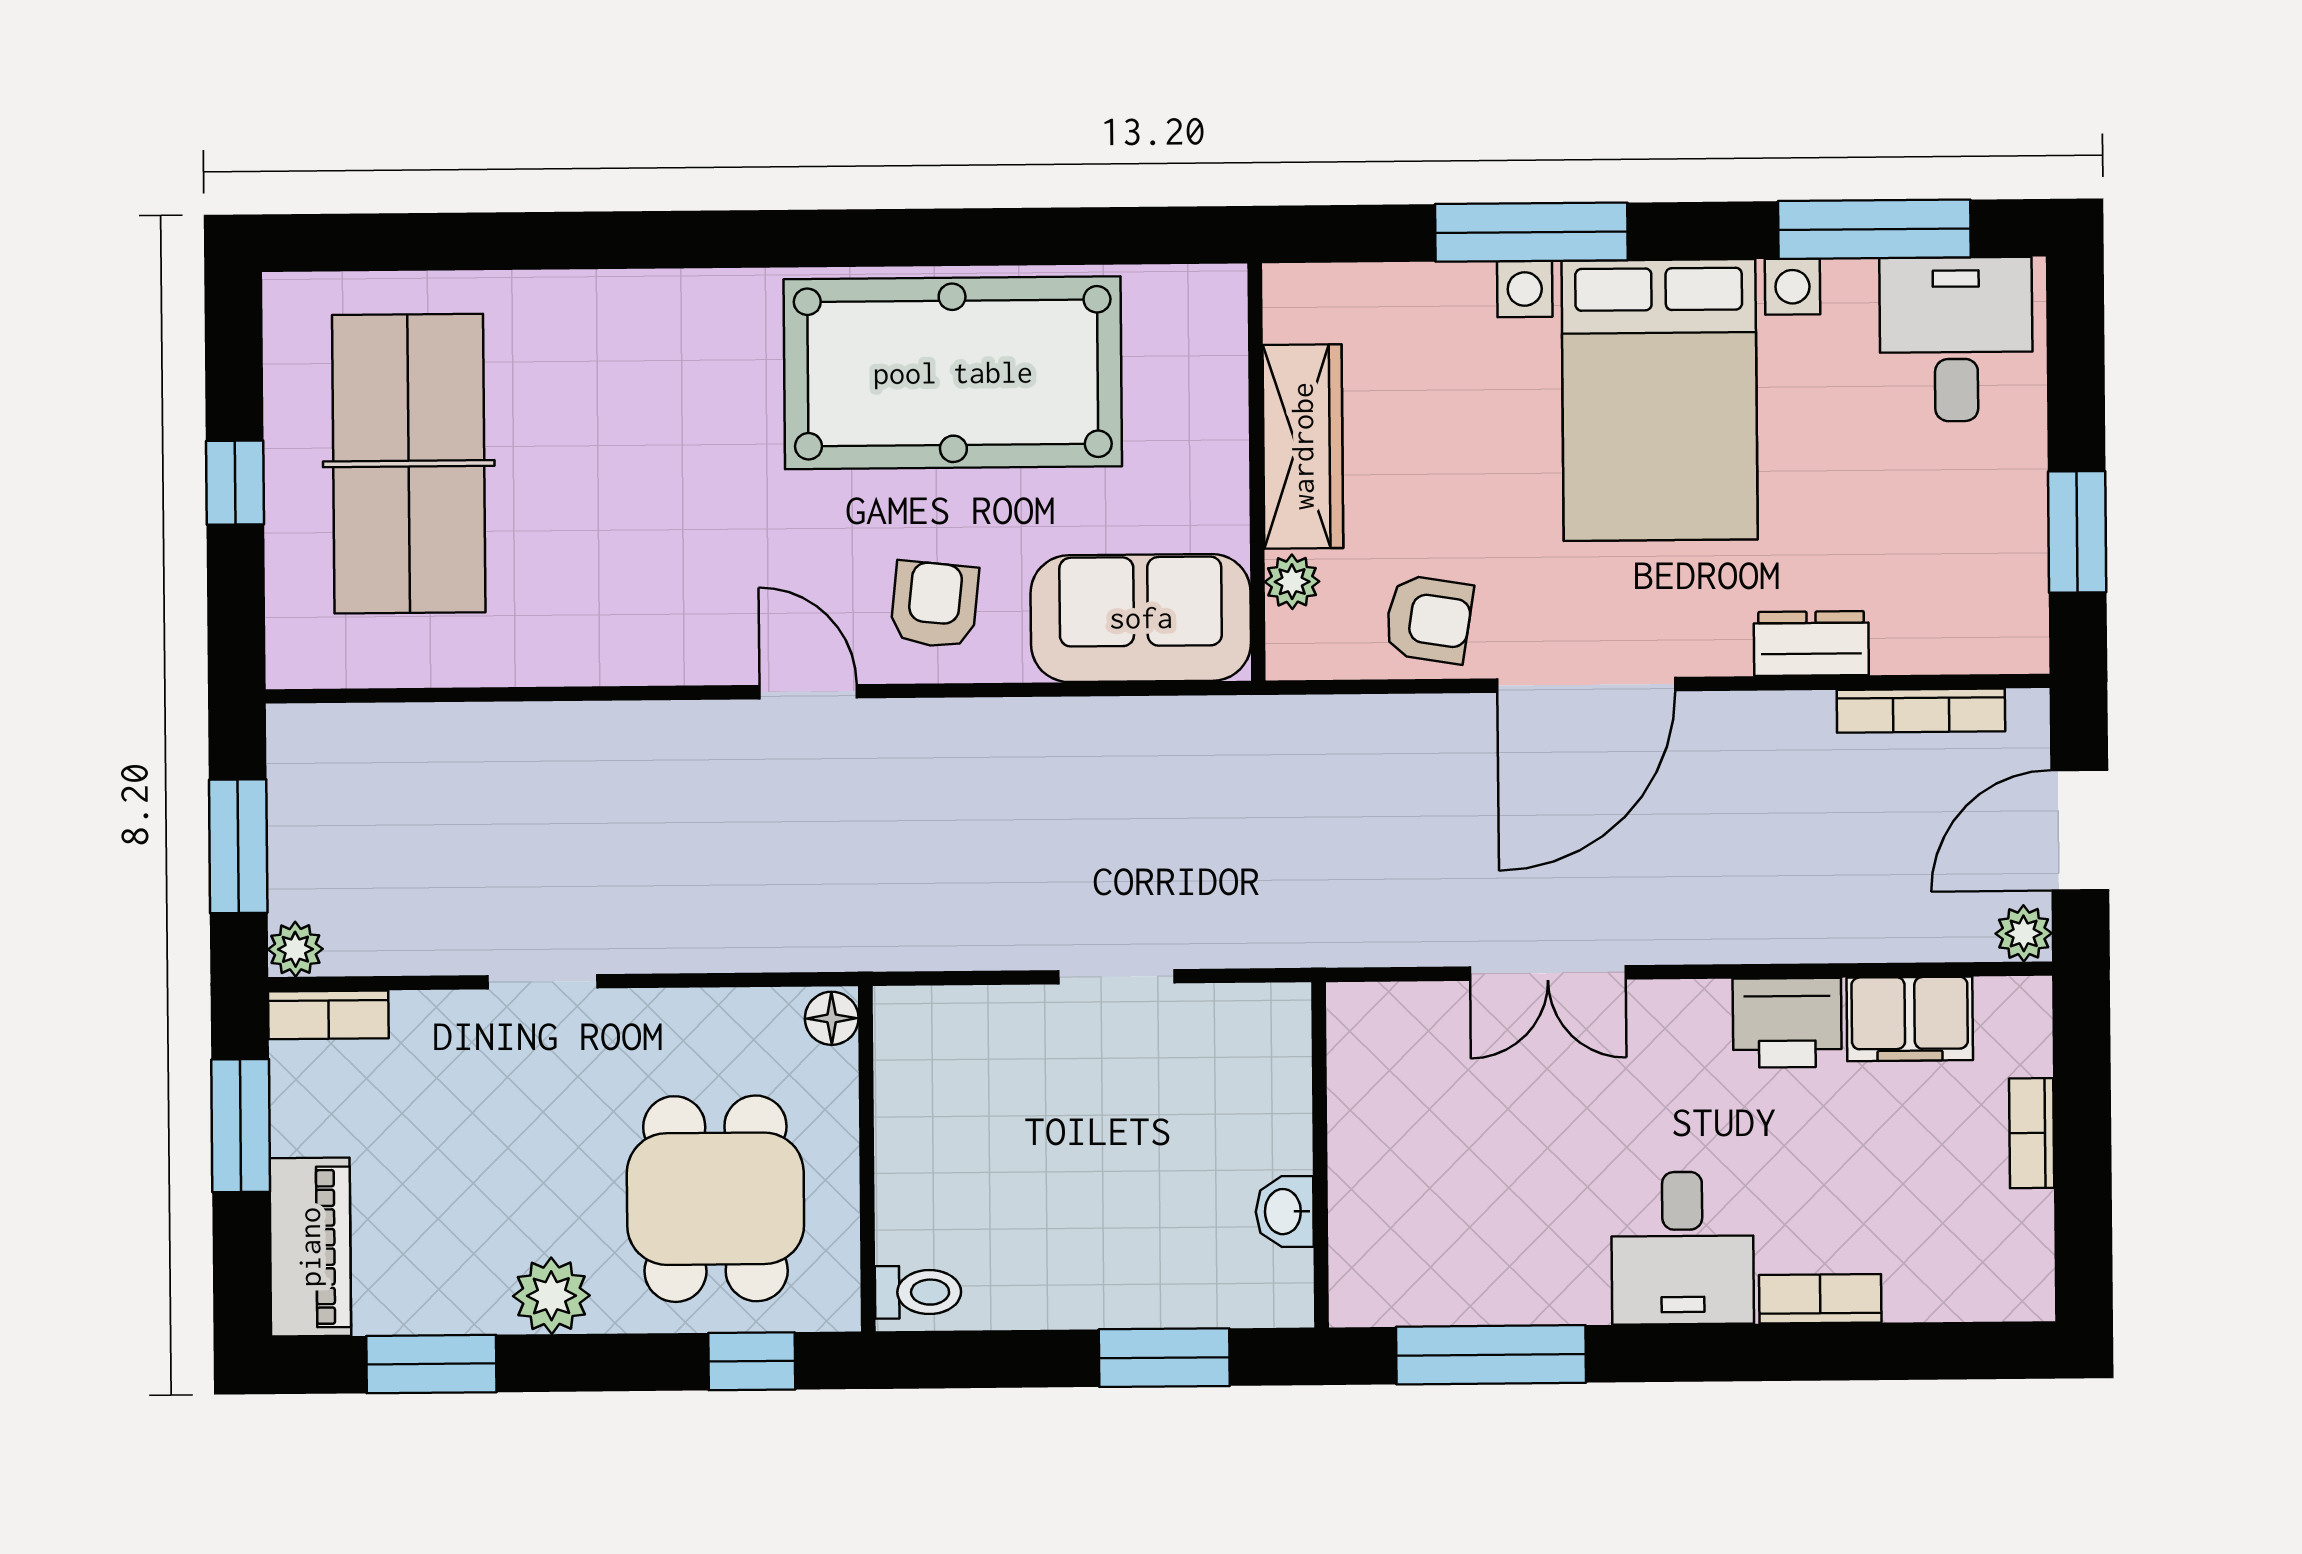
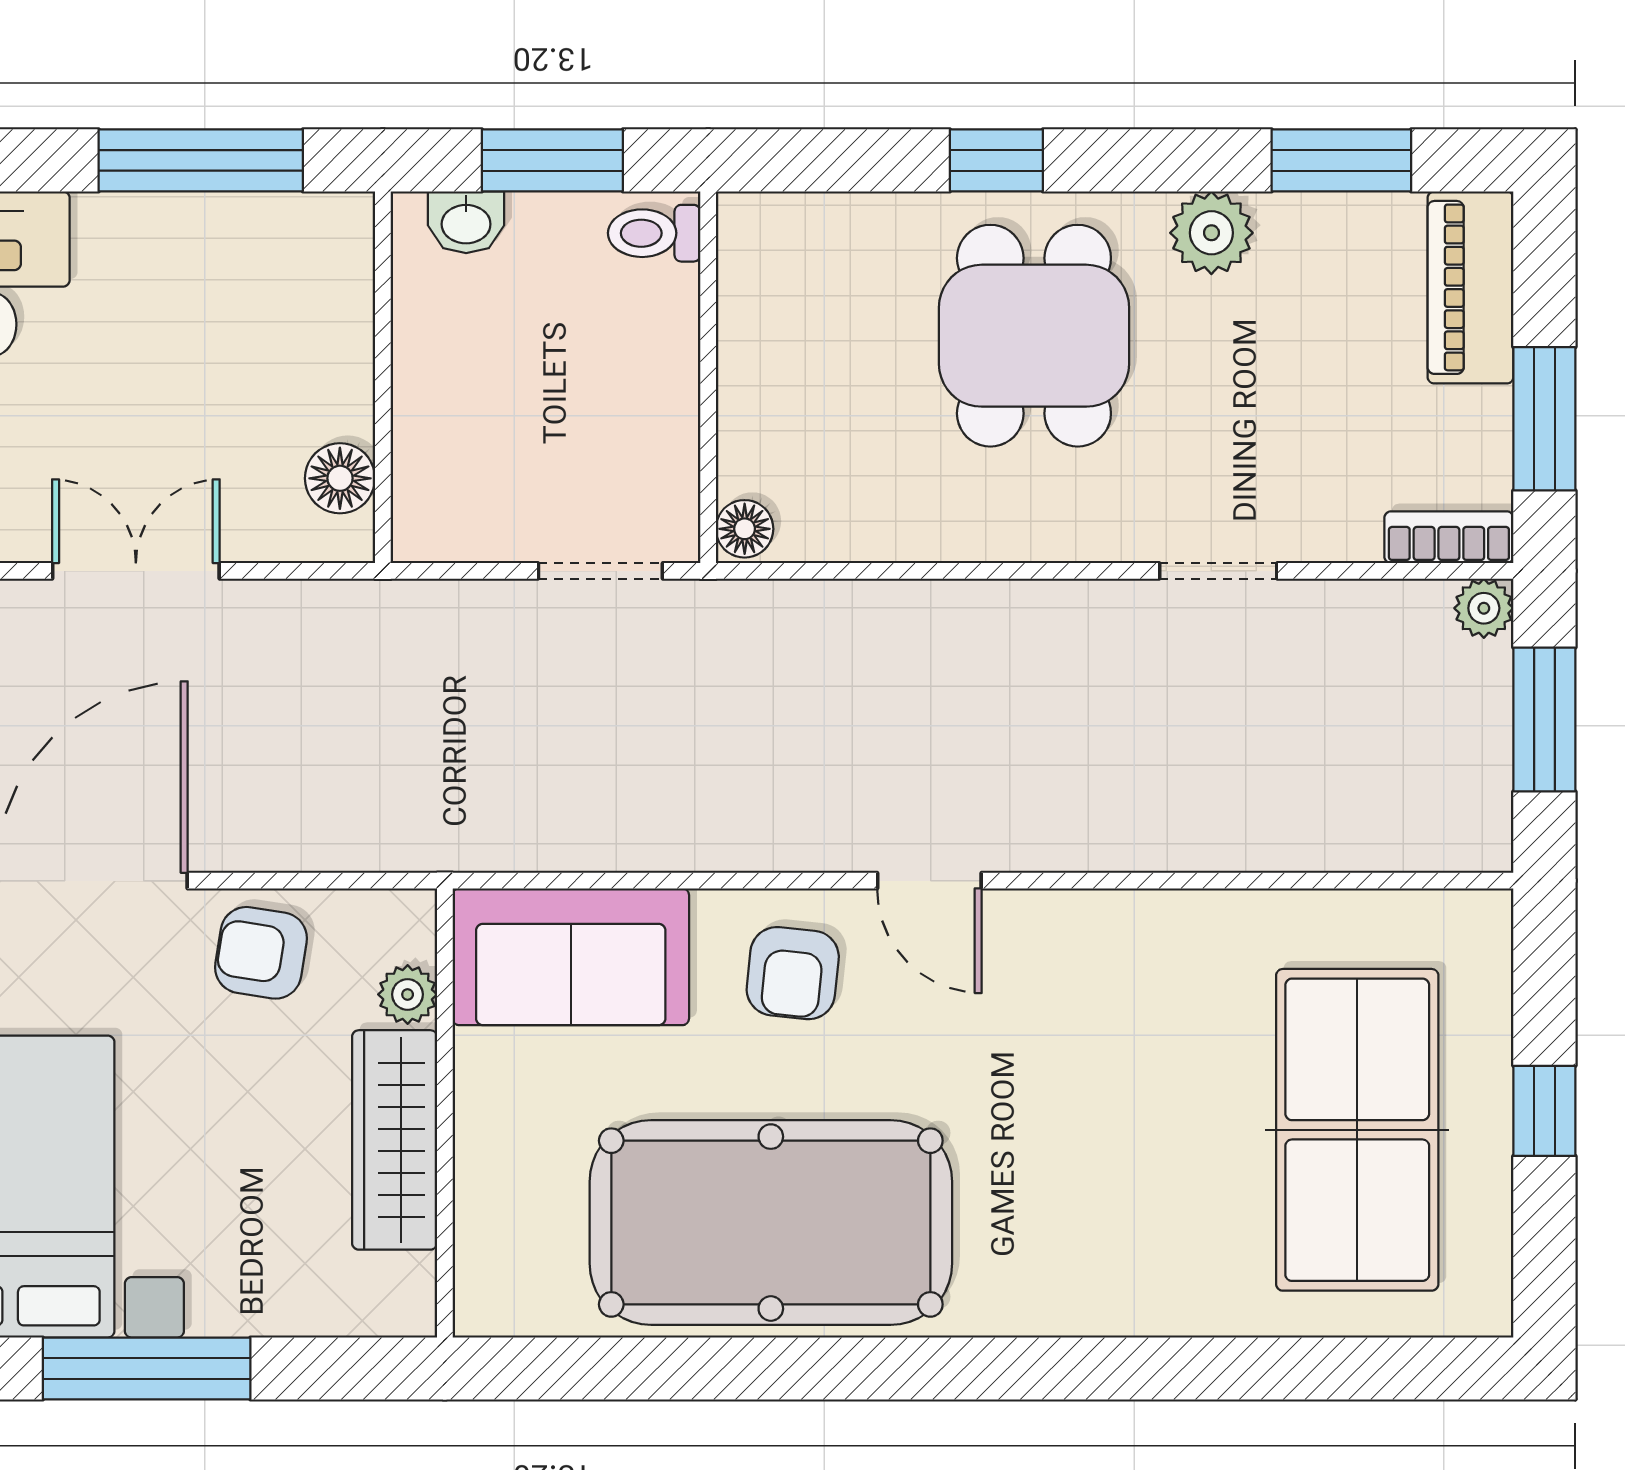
floor lamp: (832, 1018) -> (745, 529), moved
floor lamp: (1359, 1061) -> (340, 478), added
wall: (867, 1159) -> (708, 377), moved
washbasin: (1285, 1212) -> (466, 222), moved, turned 90
toilet: (918, 1292) -> (654, 233), moved

